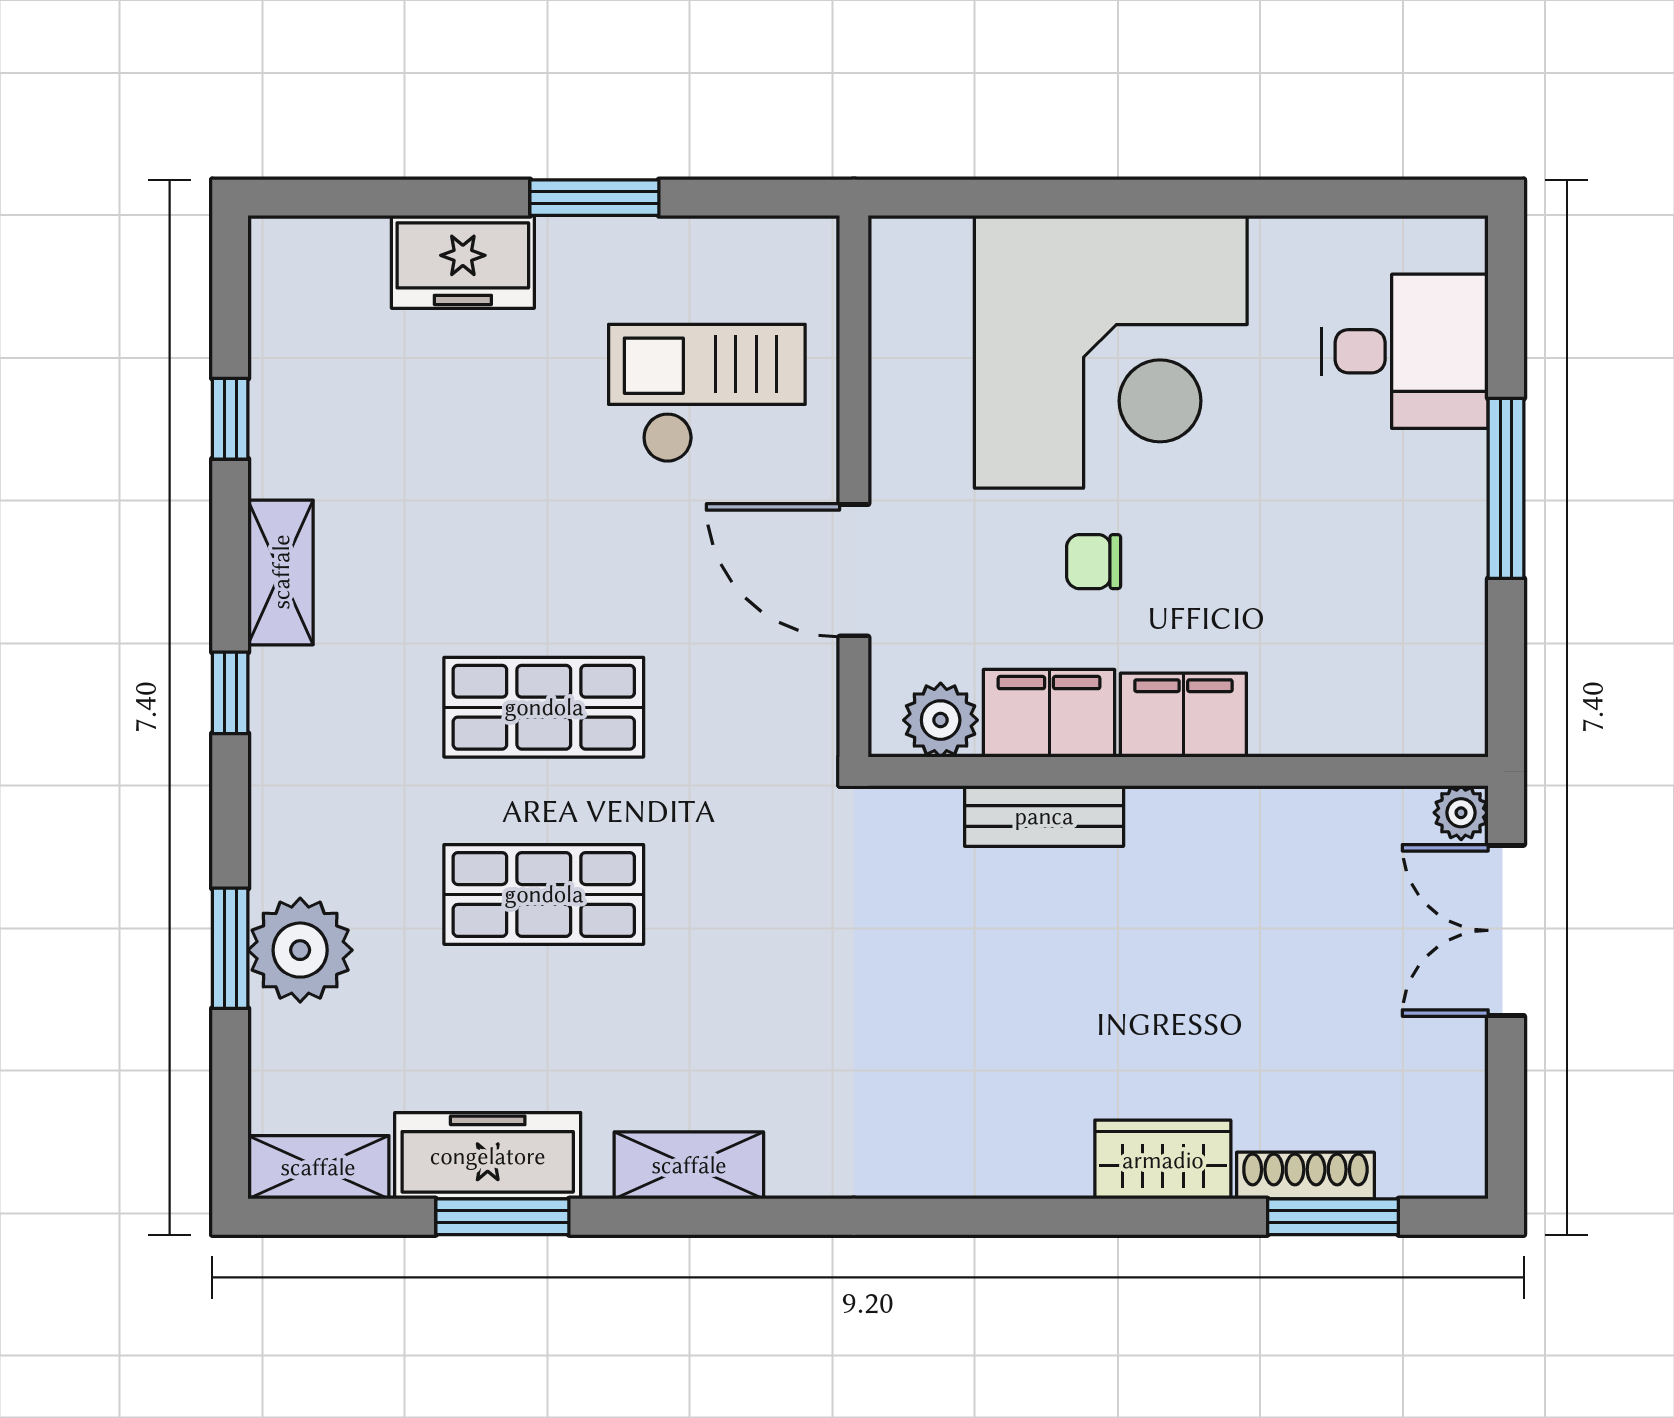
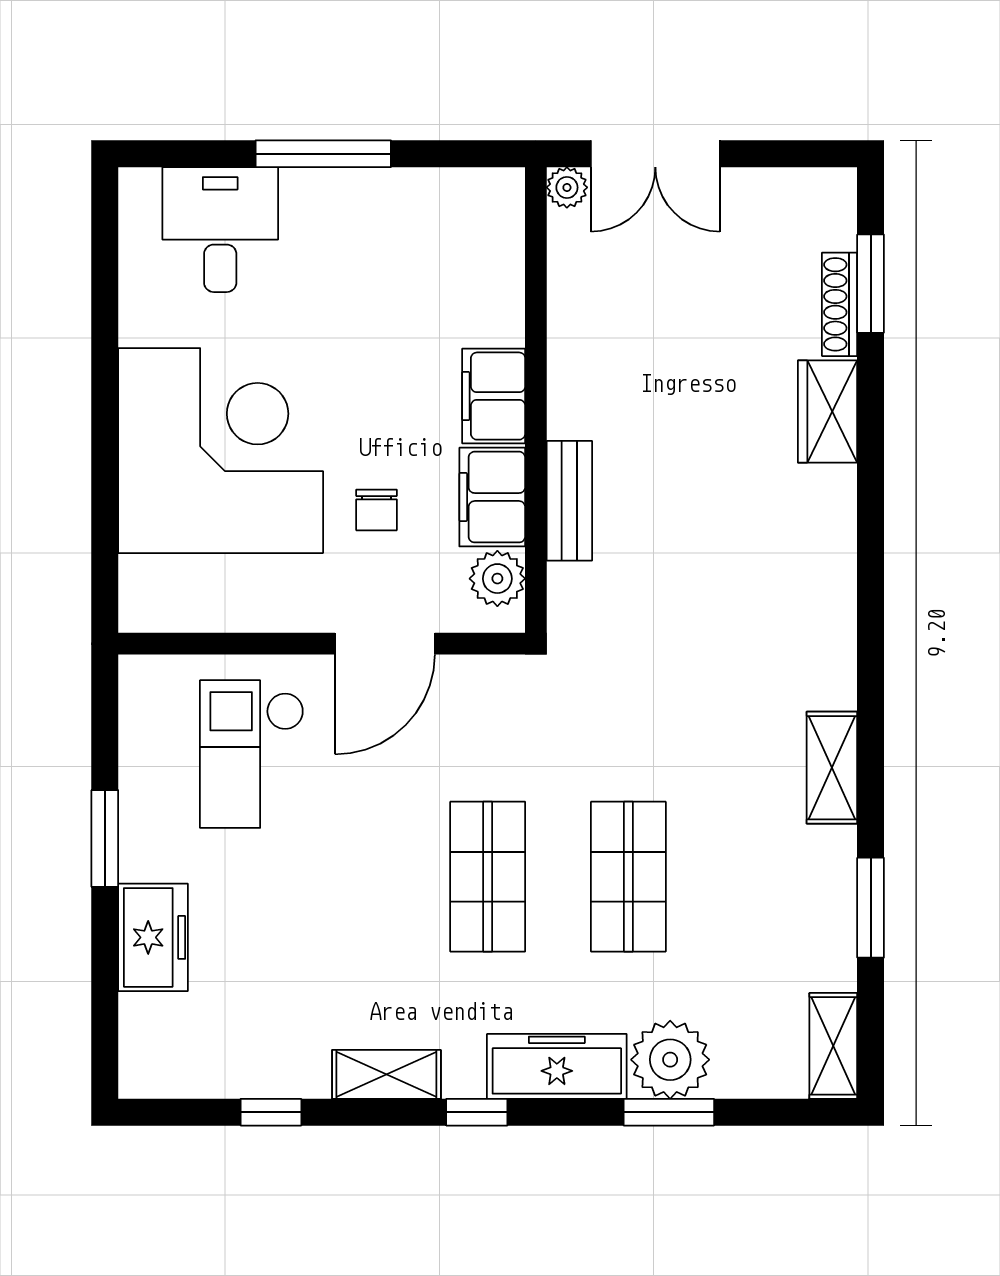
chair: (1094, 562) -> (376, 510), moved
freezer: (488, 1156) -> (557, 1066), moved, turned 90

